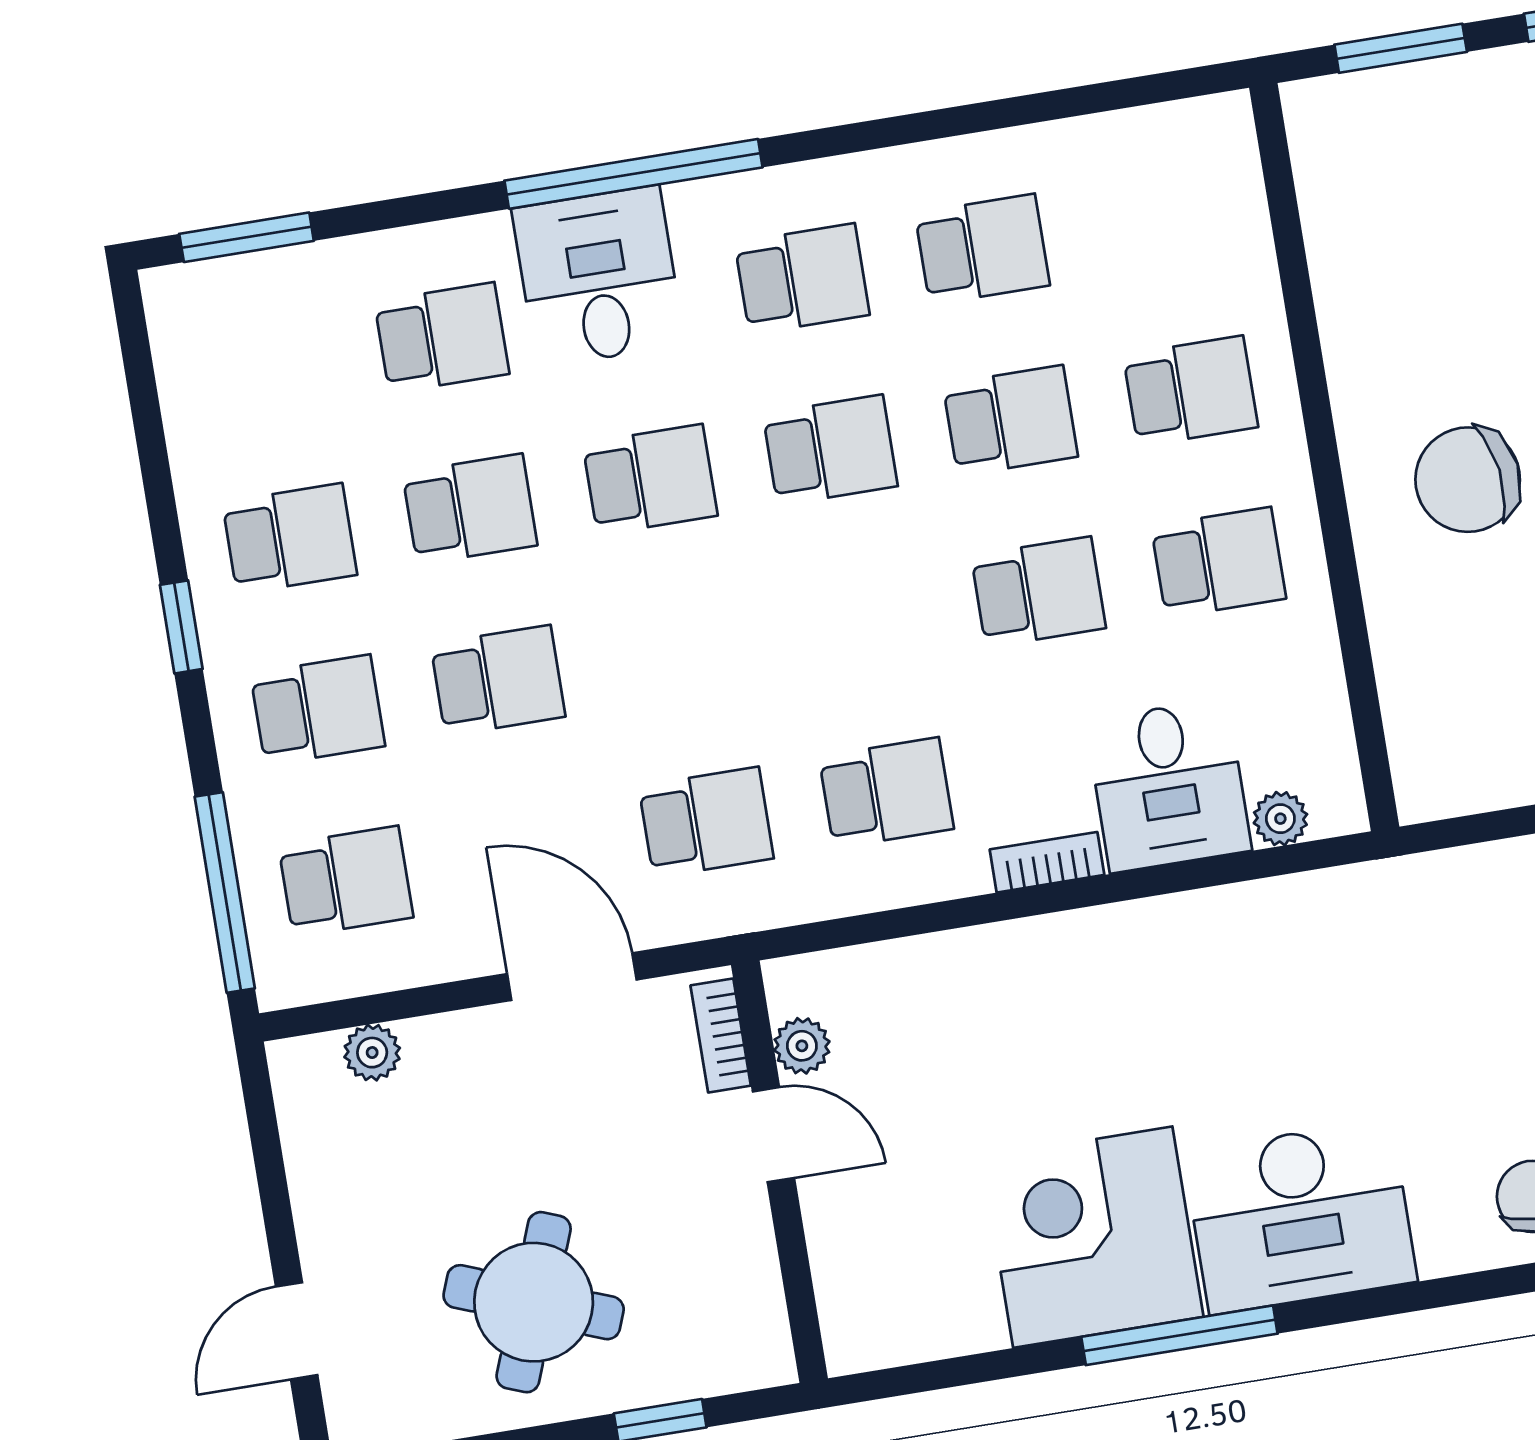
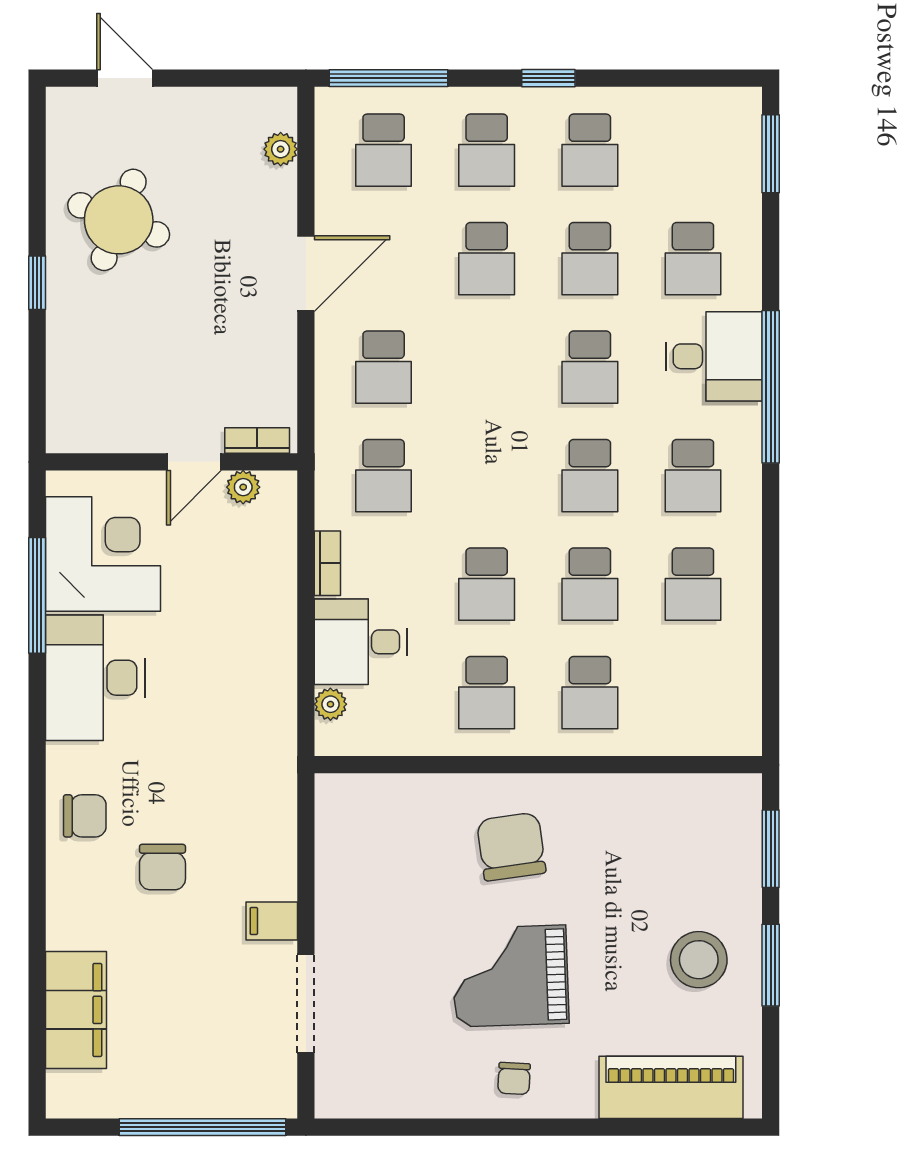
bookcase: (721, 1035) -> (257, 440), moved
plant: (802, 1046) -> (243, 487), moved
door: (773, 1135) -> (194, 462), moved
wall: (780, 1172) -> (172, 462), moved

